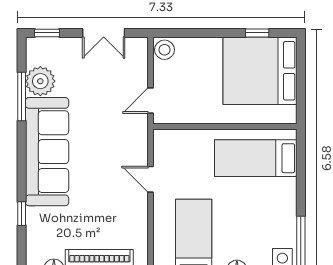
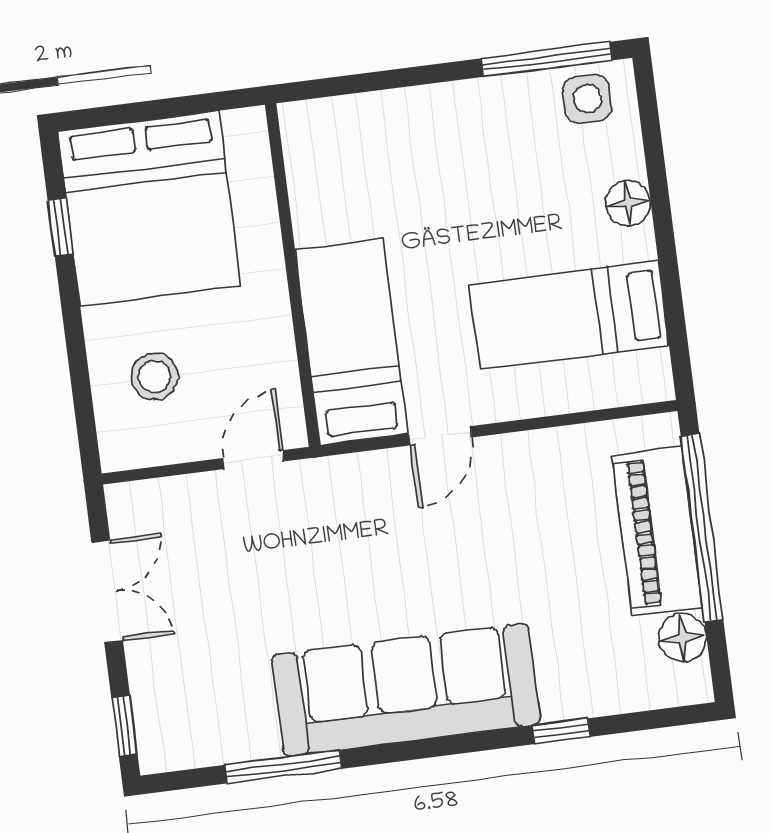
stool: (164, 50) -> (154, 376), moved
plant: (40, 81) -> (241, 727), removed
door: (150, 100) -> (253, 460), swing flipped
bed: (256, 158) -> (352, 342), moved, turned 180

